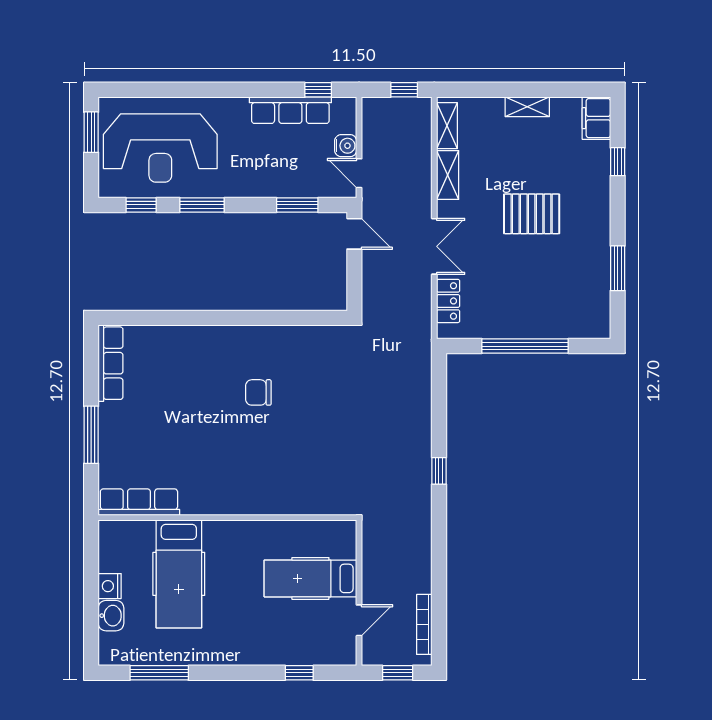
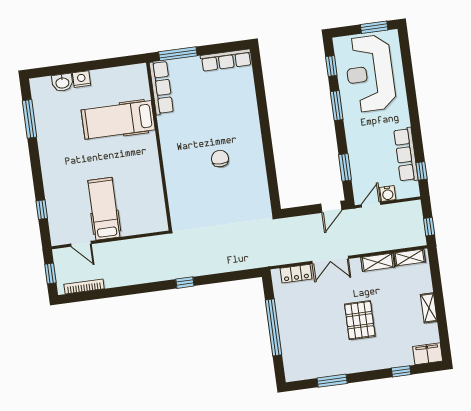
row of seats: (139, 502) -> (161, 88), moved
wall: (227, 518) -> (159, 146), moved
hospital bed: (179, 574) -> (118, 120), moved

